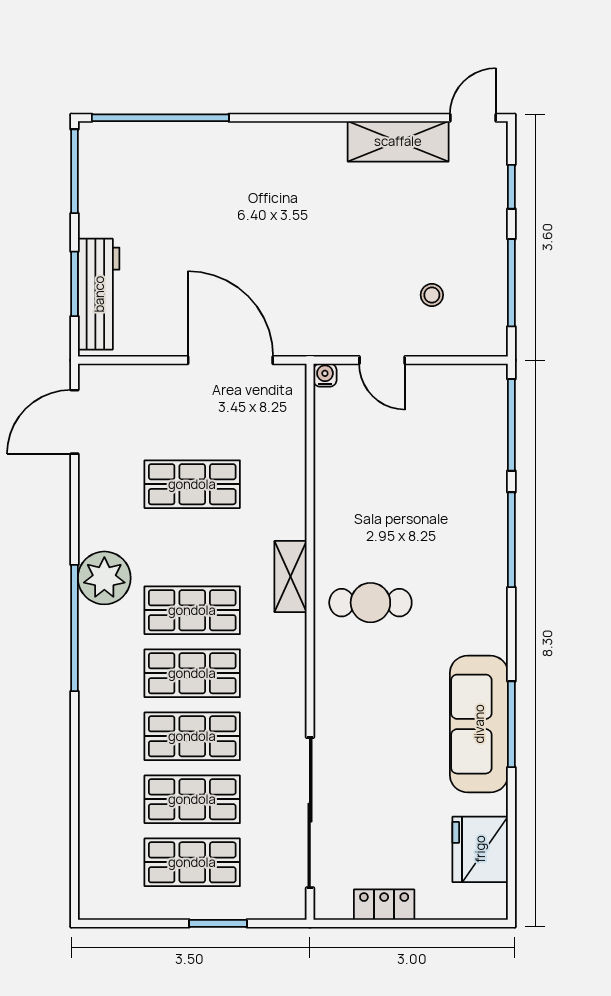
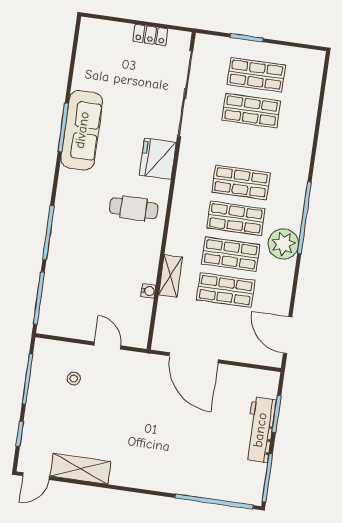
workbench: (99, 294) -> (260, 430), moved
water cooler: (325, 375) -> (148, 291), moved, turned -90
door: (74, 422) -> (288, 335), swing flipped
shelving: (290, 577) -> (171, 276), moved
shop shelf: (192, 736) -> (231, 254), moved
fridge: (480, 849) -> (158, 159), moved, turned 180

